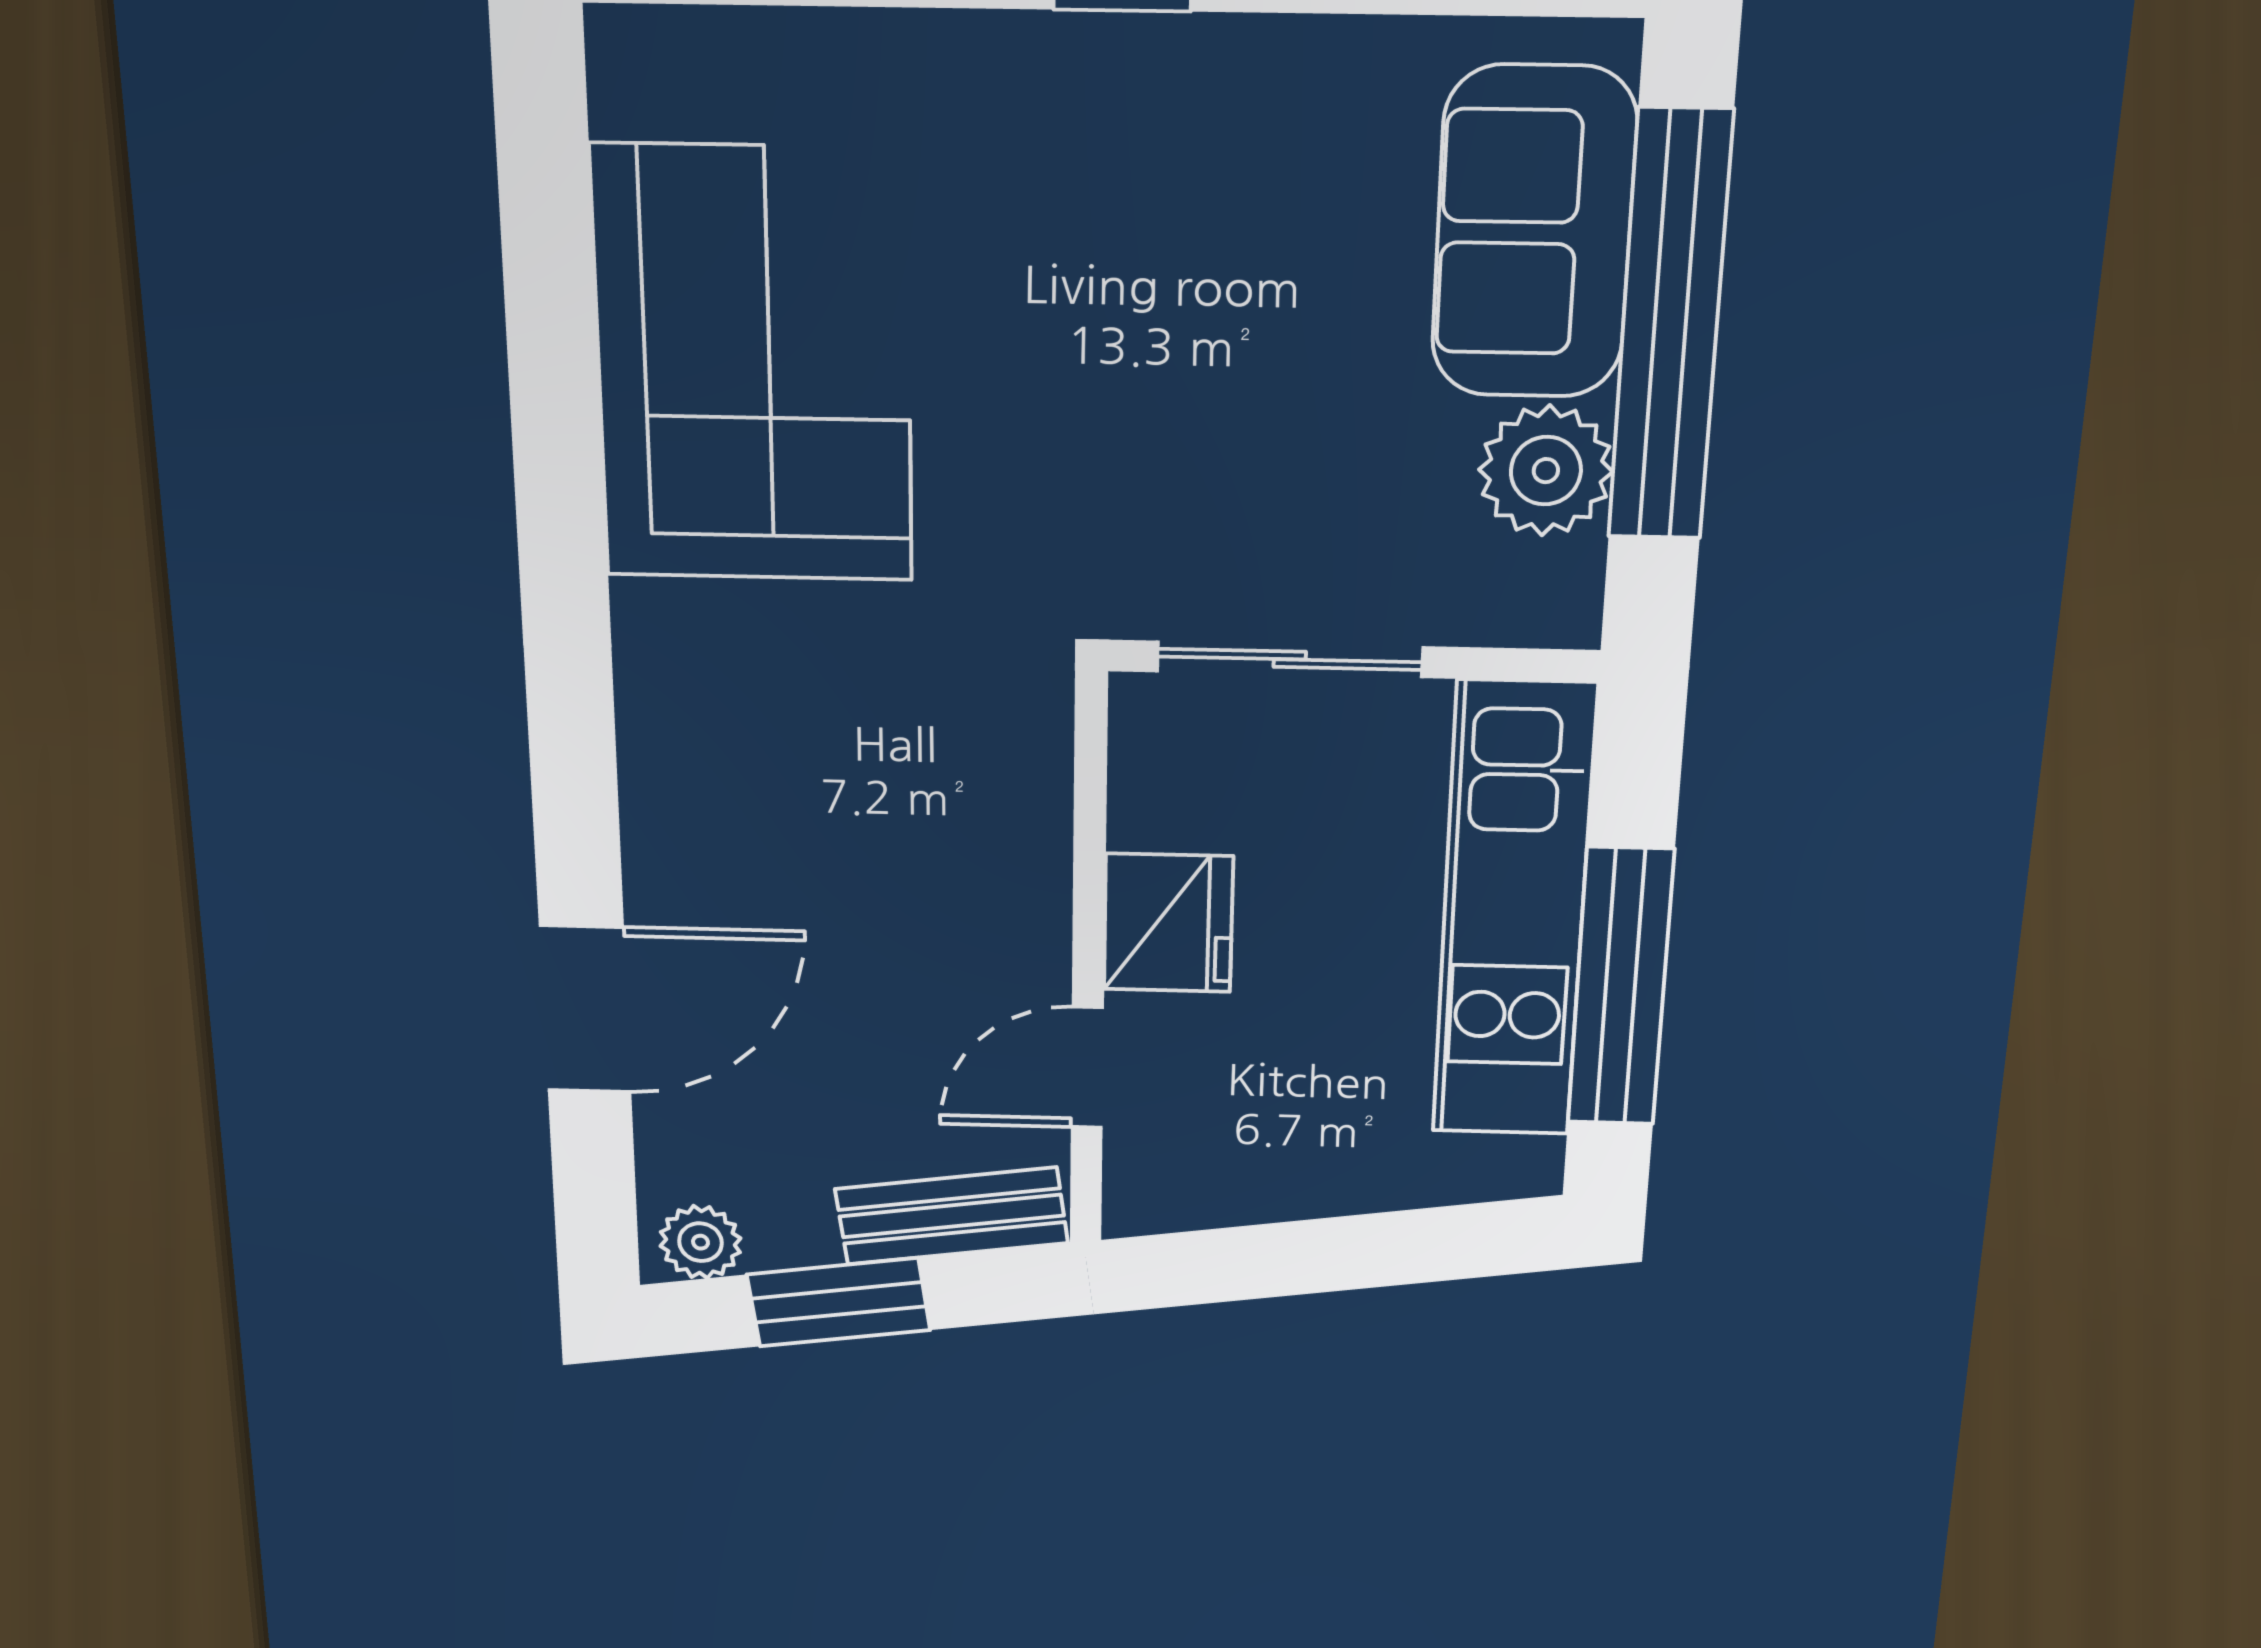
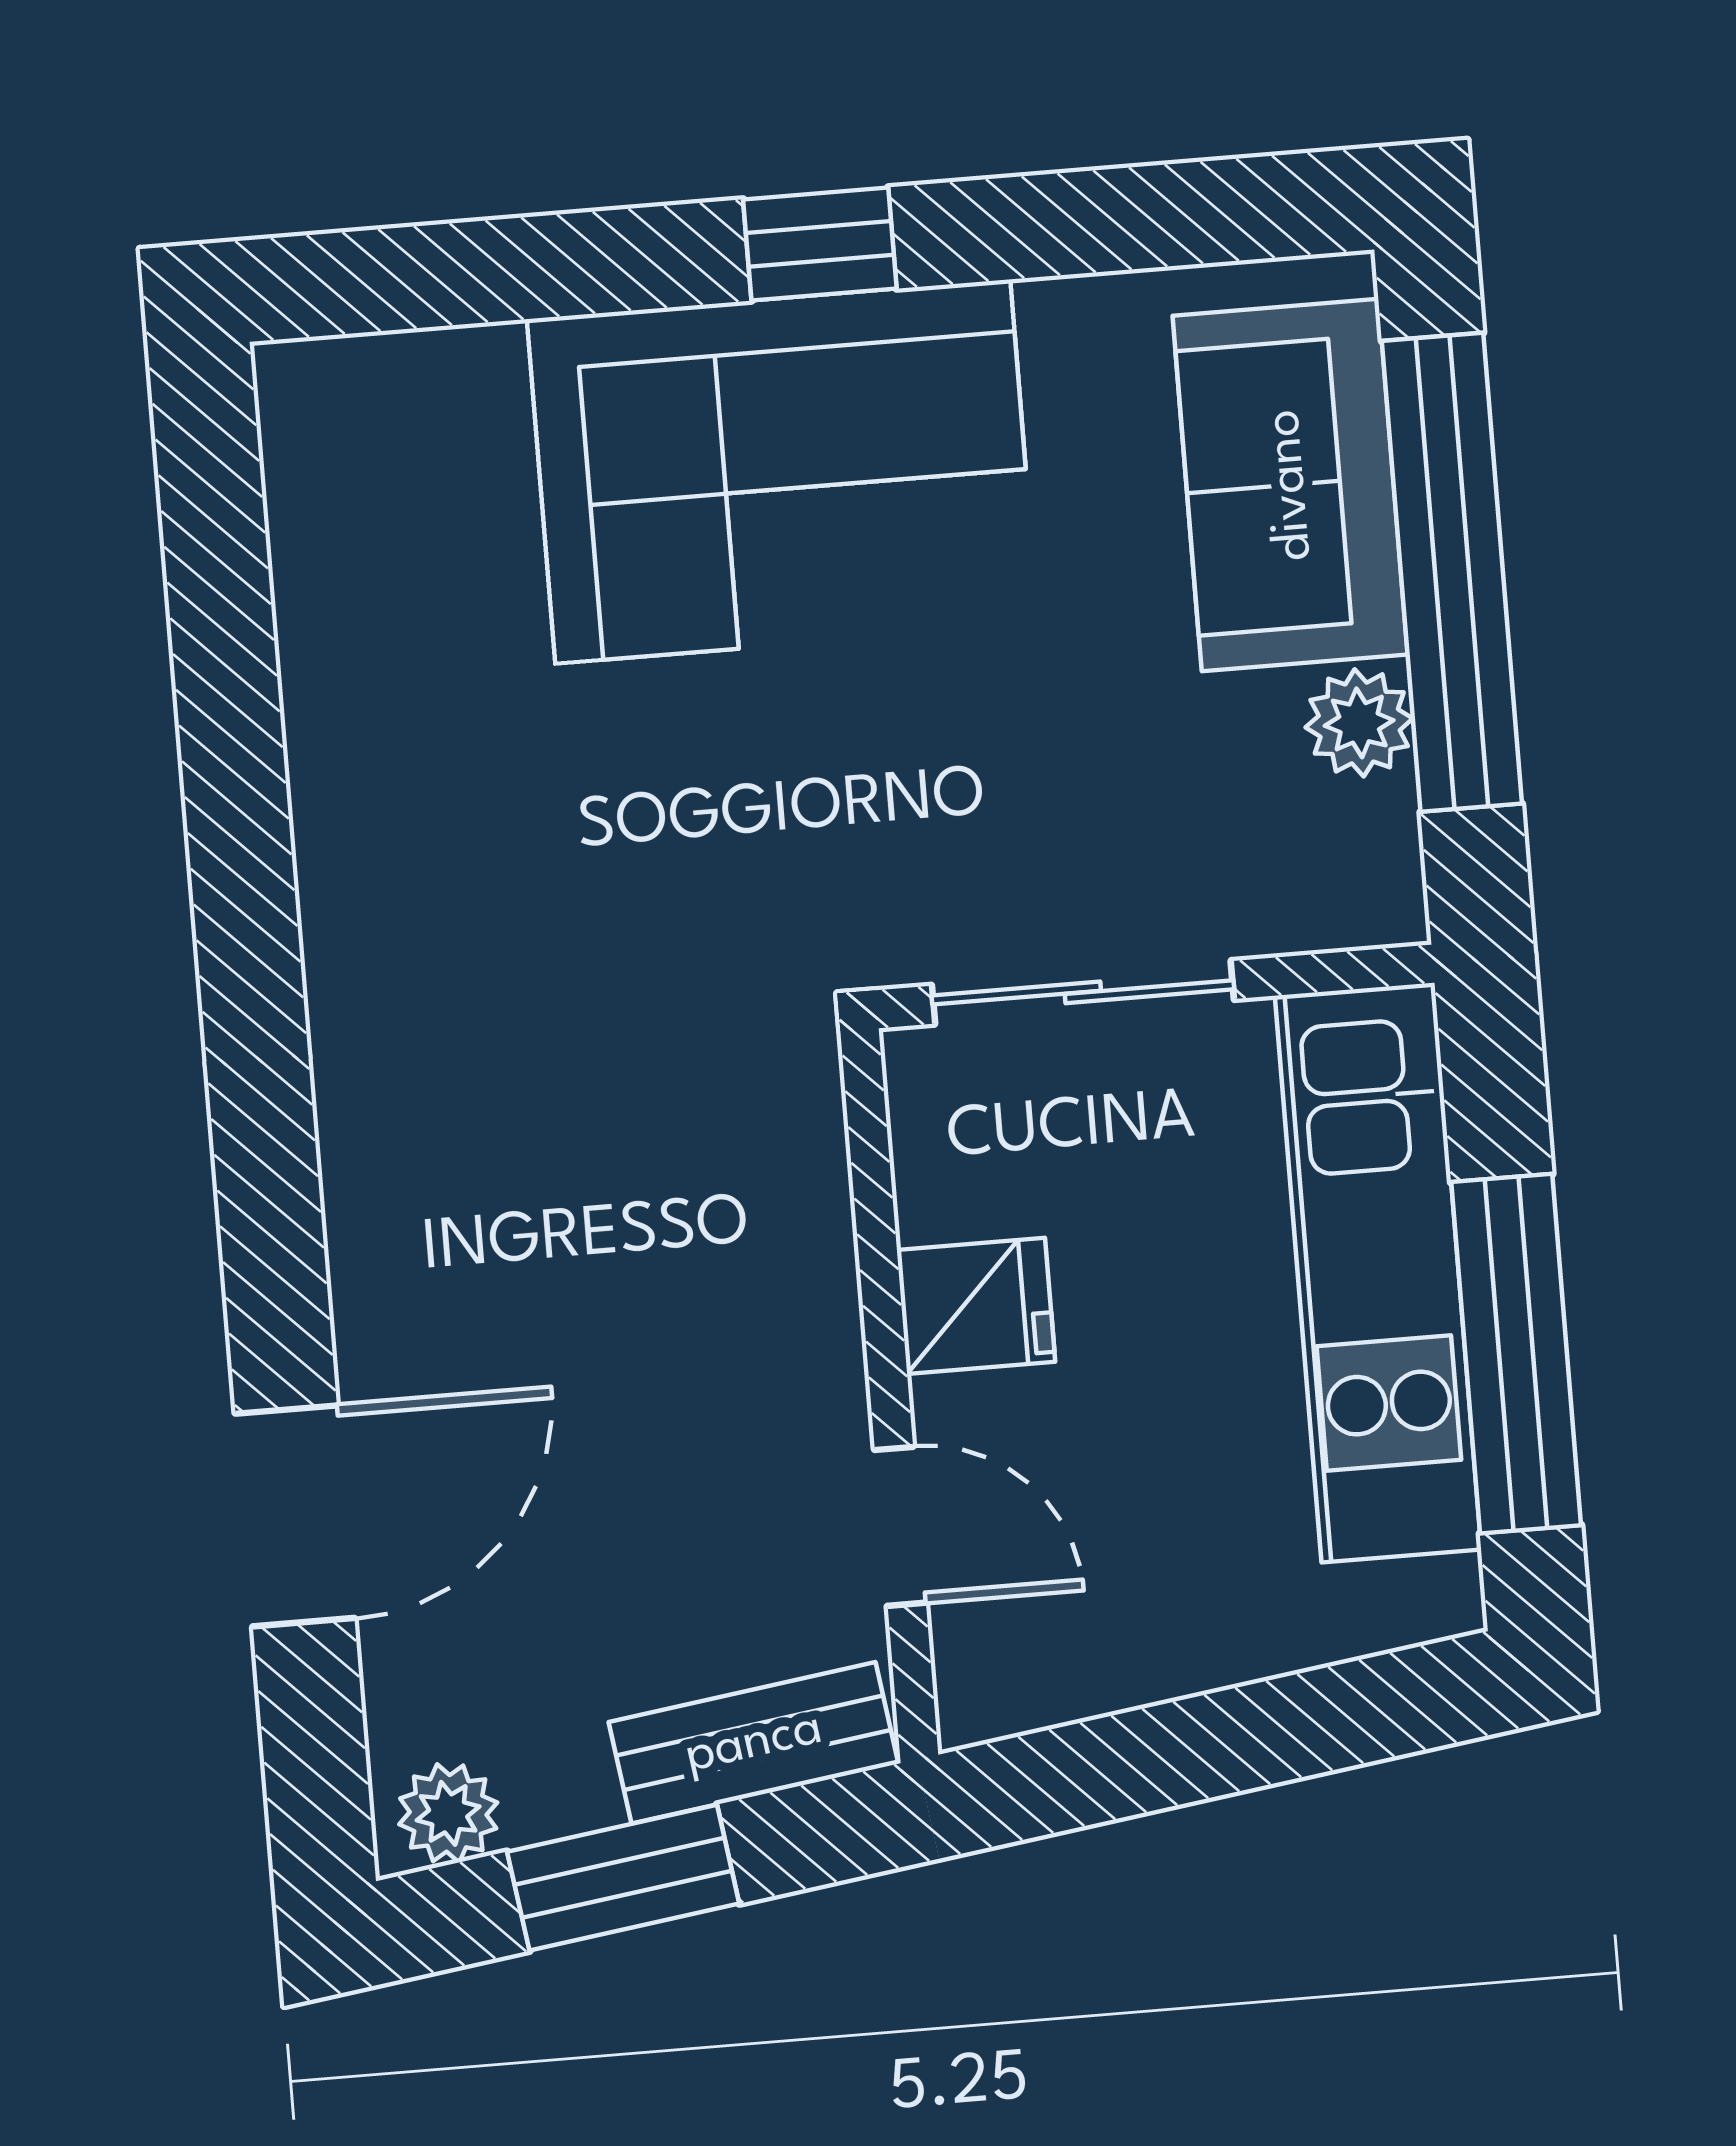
corner sofa: (754, 366) -> (783, 472), moved, turned 90
plant: (1546, 471) -> (1359, 723), width x0.73, depth x0.73
fridge: (1168, 923) -> (976, 1306), width x0.72
door: (1087, 1068) -> (900, 1526), swing flipped

